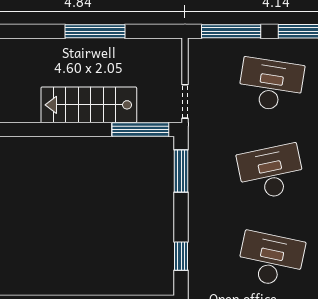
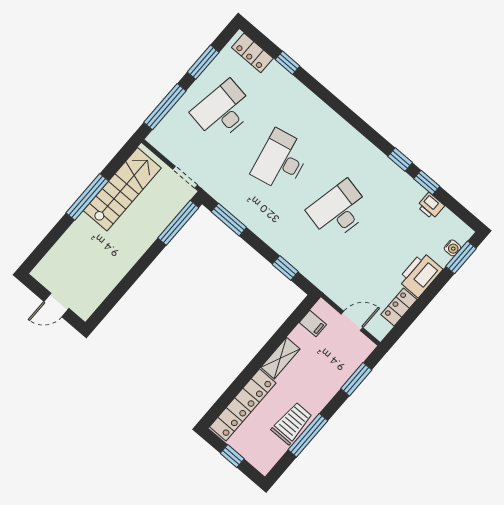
stairs: (89, 105) -> (122, 189), moved, turned 180

